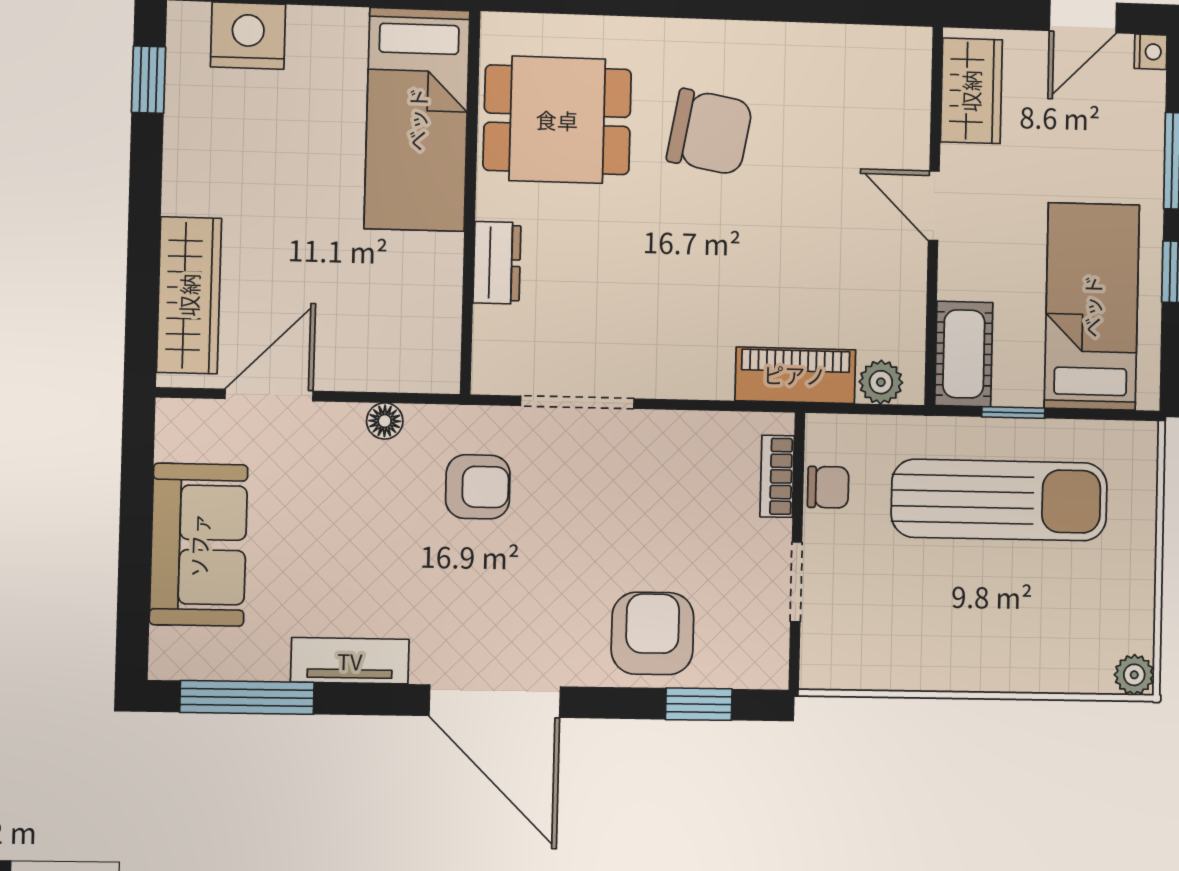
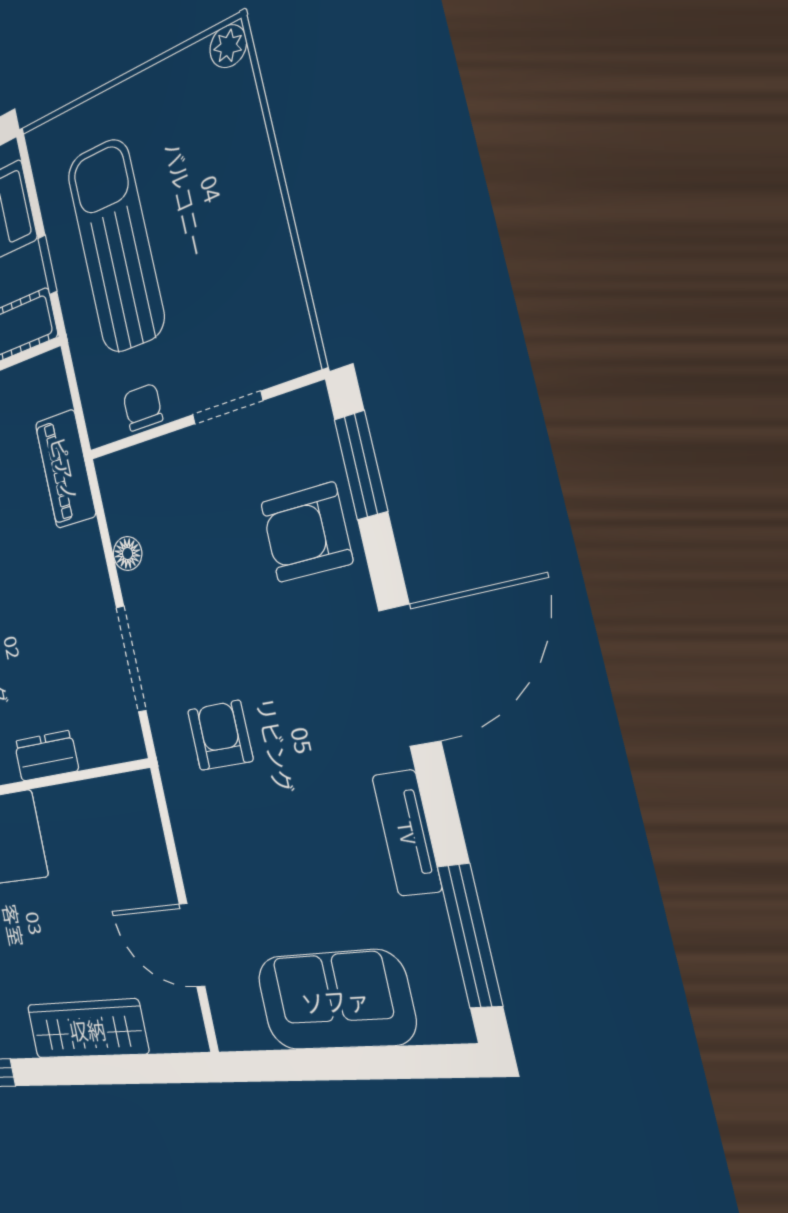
wardrobe: (189, 295) -> (87, 1029), moved
plant: (881, 382) -> (53, 391), removed
floor lamp: (385, 421) -> (128, 553), moved
bookcase: (777, 476) -> (145, 457), removed
window: (699, 704) -> (361, 465), width x1.50

